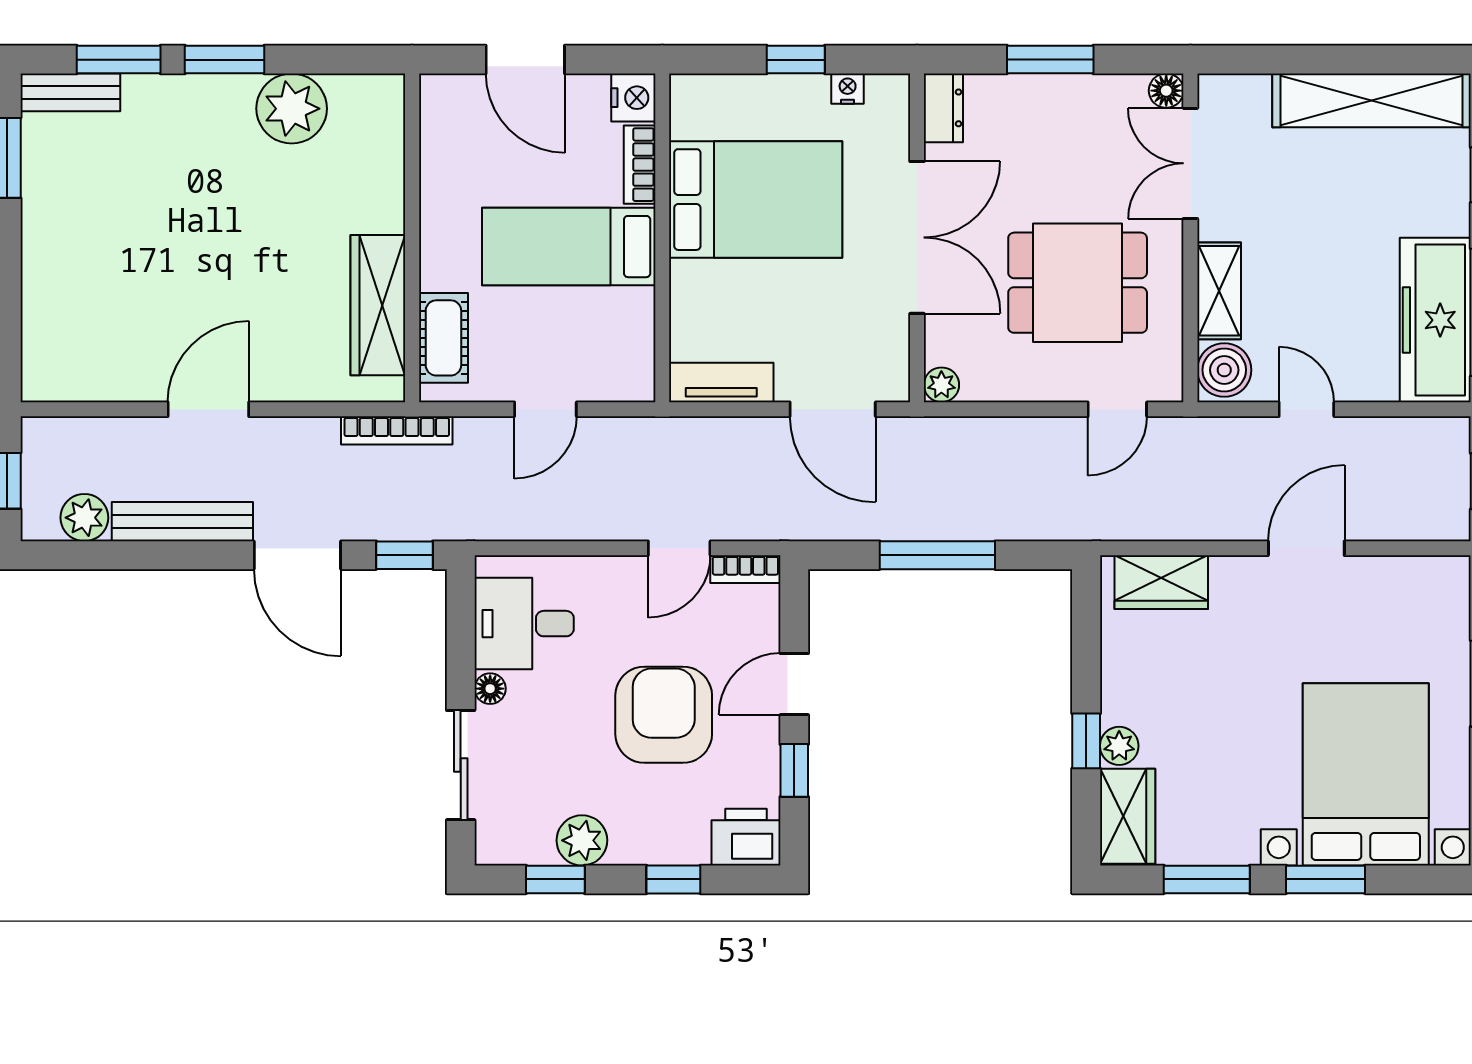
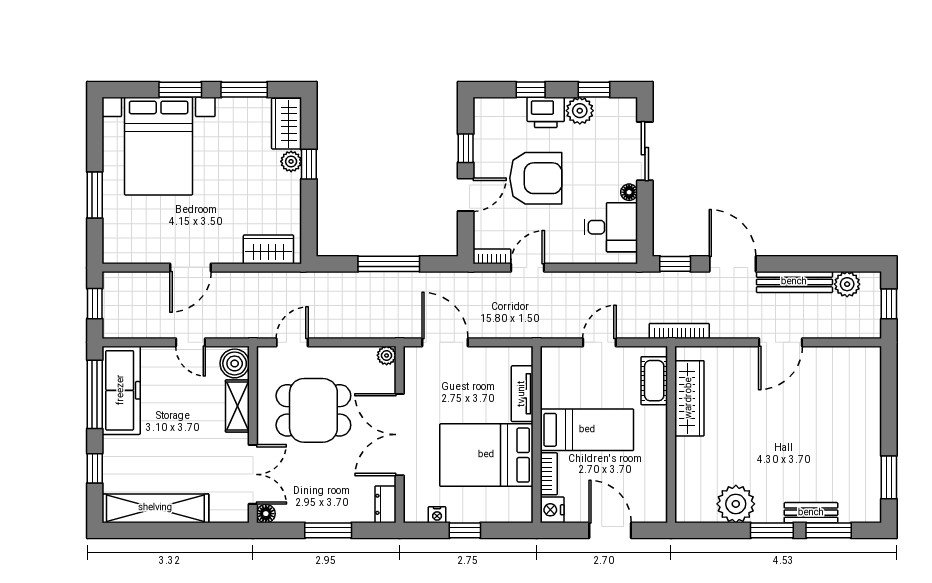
bench: (70, 92) -> (811, 513), moved
tv unit: (721, 382) -> (522, 394), moved, turned 90
armchair: (664, 715) -> (536, 178), turned -90
printer: (746, 837) -> (546, 112), moved

